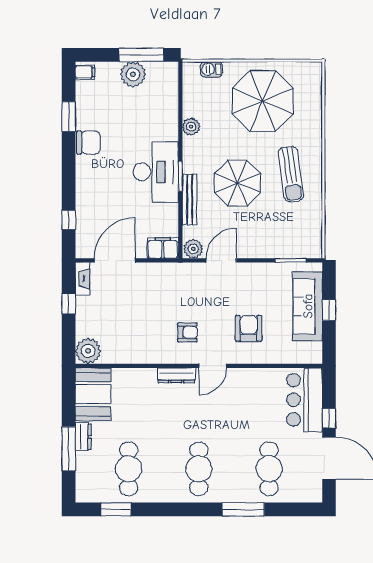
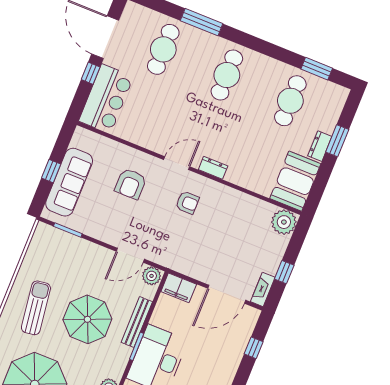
armchair: (187, 332) -> (187, 203), turned 180
dresser: (176, 375) -> (213, 168), width x0.70
window: (69, 449) -> (337, 141), width x0.69

